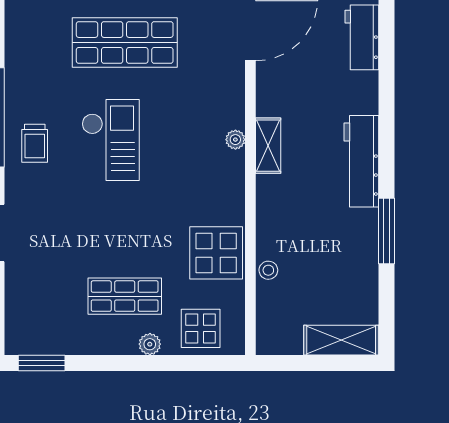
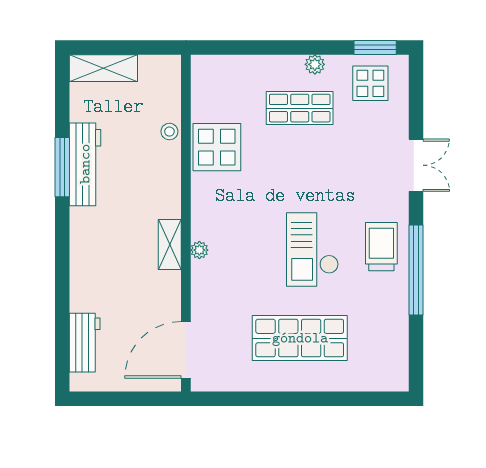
trolley: (35, 143) -> (381, 247), width x1.36, depth x1.39
workbench: (361, 161) -> (85, 164), moved
display table: (201, 328) -> (370, 83), moved
plant: (150, 344) -> (315, 64), moved

